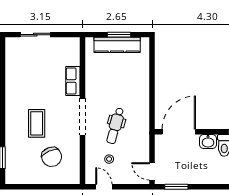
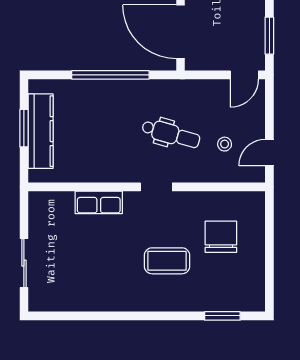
window: (152, 88) -> (110, 75), added
doorway: (83, 117) -> (156, 187), width x0.53
chair: (52, 157) -> (221, 237), turned -67

